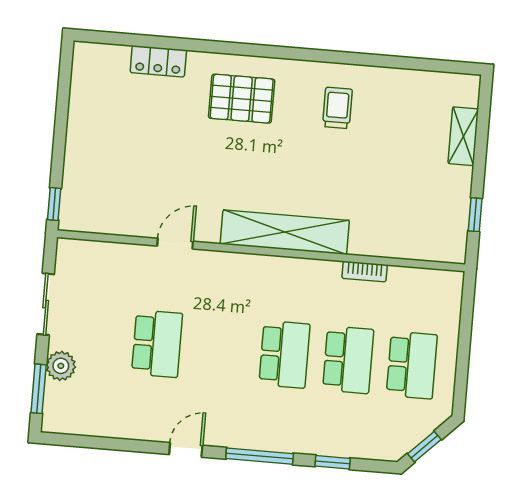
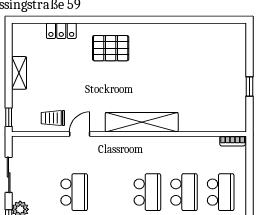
trolley: (337, 108) -> (53, 118), moved, turned -90
shelving: (463, 136) -> (19, 73), moved
window: (475, 215) -> (250, 86), moved
bookcase: (365, 272) -> (233, 141), moved

